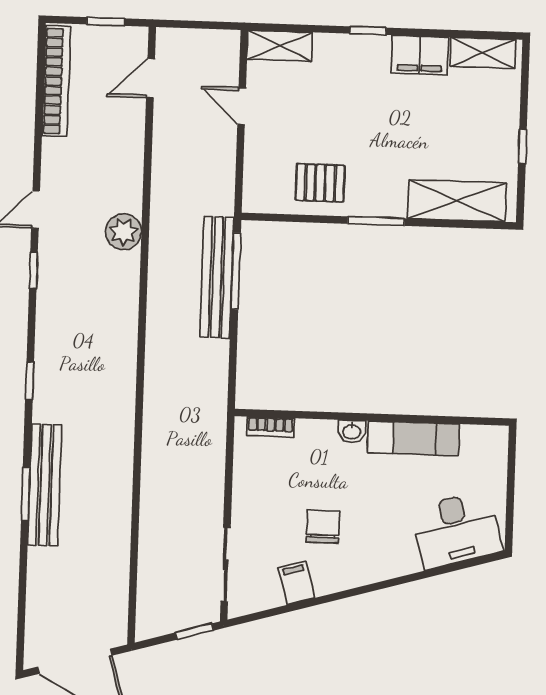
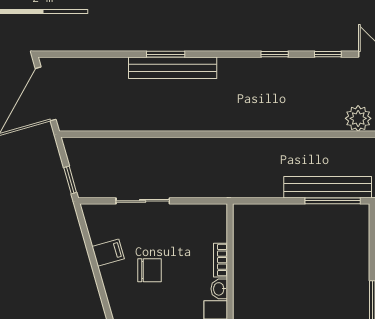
window: (30, 381) -> (275, 54), moved
bookcase: (270, 427) -> (220, 260), moved
sliding door: (226, 565) -> (143, 201), moved

